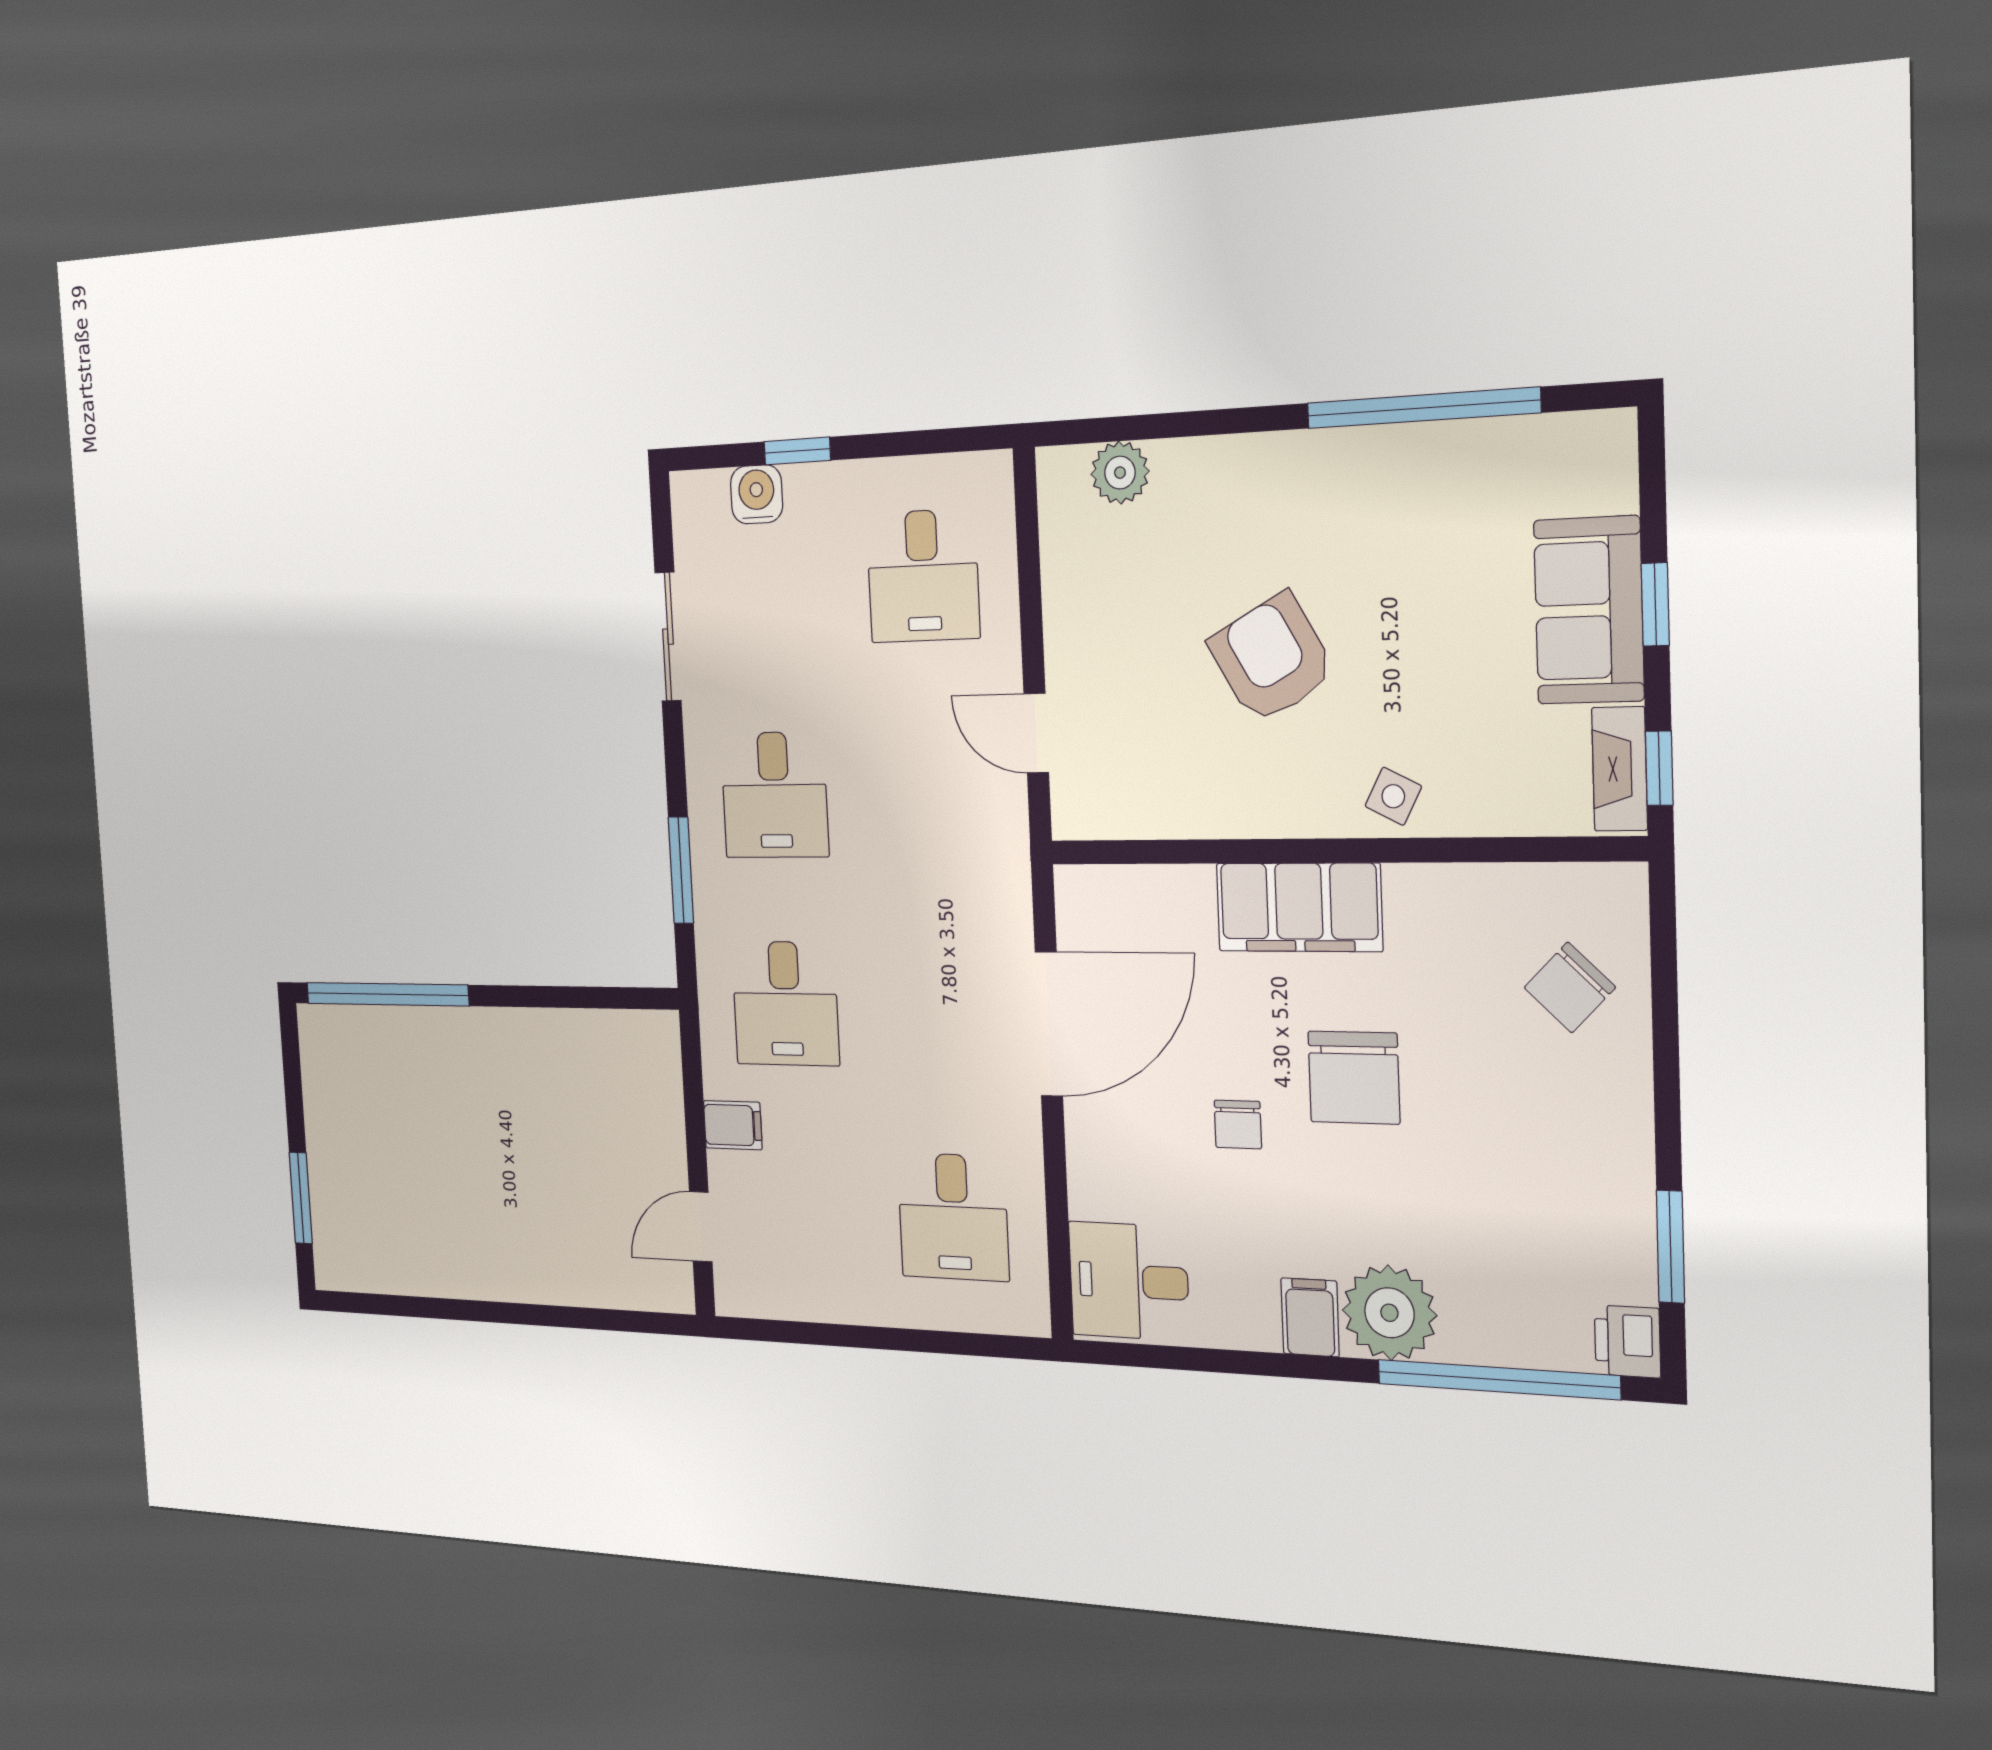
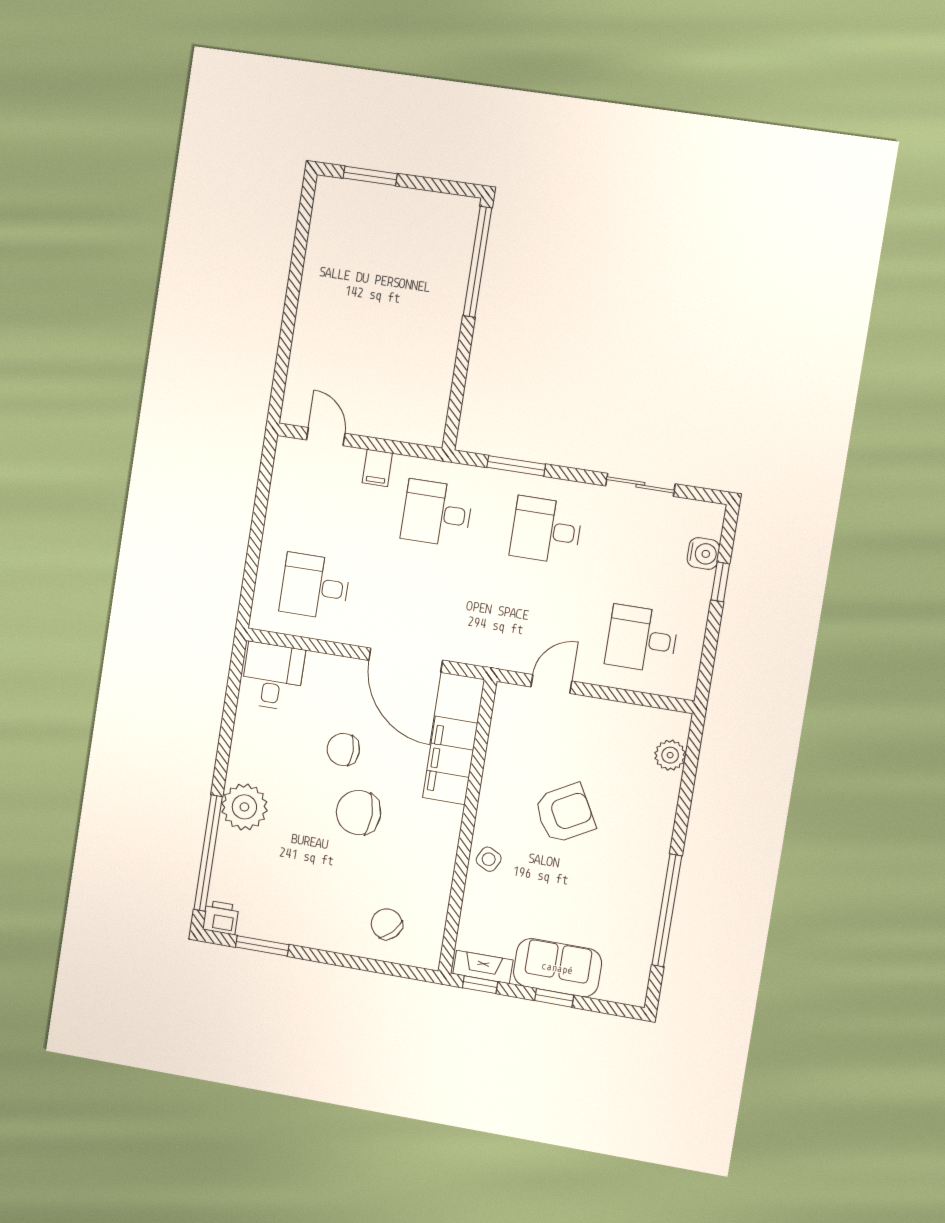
filing cabinet: (1299, 907) -> (450, 760), moved
chair: (1238, 1124) -> (343, 749), width x1.37, depth x1.37
filing cabinet: (1310, 1317) -> (246, 767), removed

